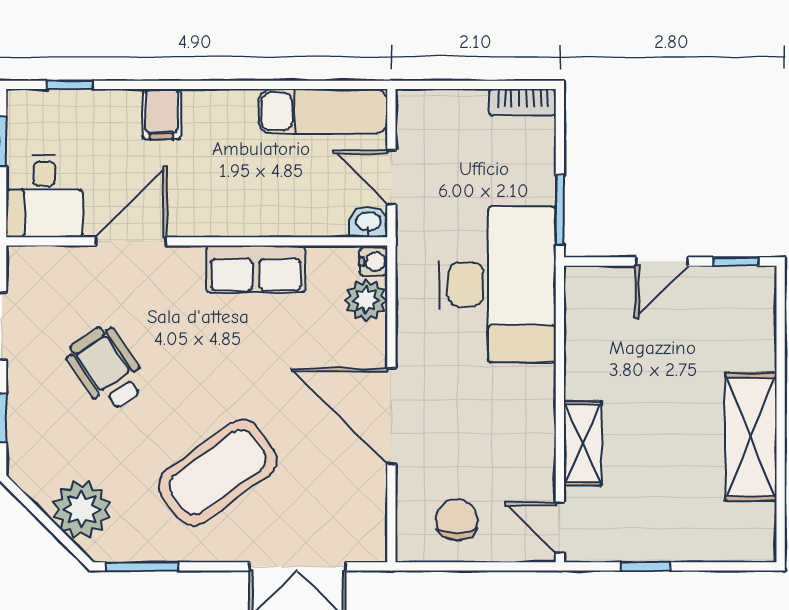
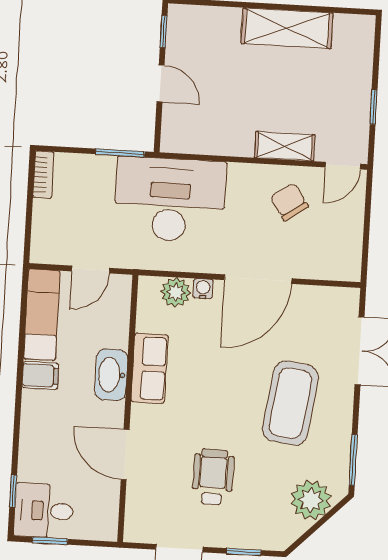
filing cabinet: (162, 114) -> (40, 375), moved
desk: (44, 196) -> (44, 511), moved, turned 180
washbasin: (368, 222) -> (111, 375), moved, width x1.91, depth x1.45
water cooler: (373, 262) -> (203, 289), moved
wheelchair: (106, 368) -> (213, 477), turned 125
coffee table: (218, 472) -> (290, 403), turned 44
chair: (457, 520) -> (289, 202), moved, turned 56

